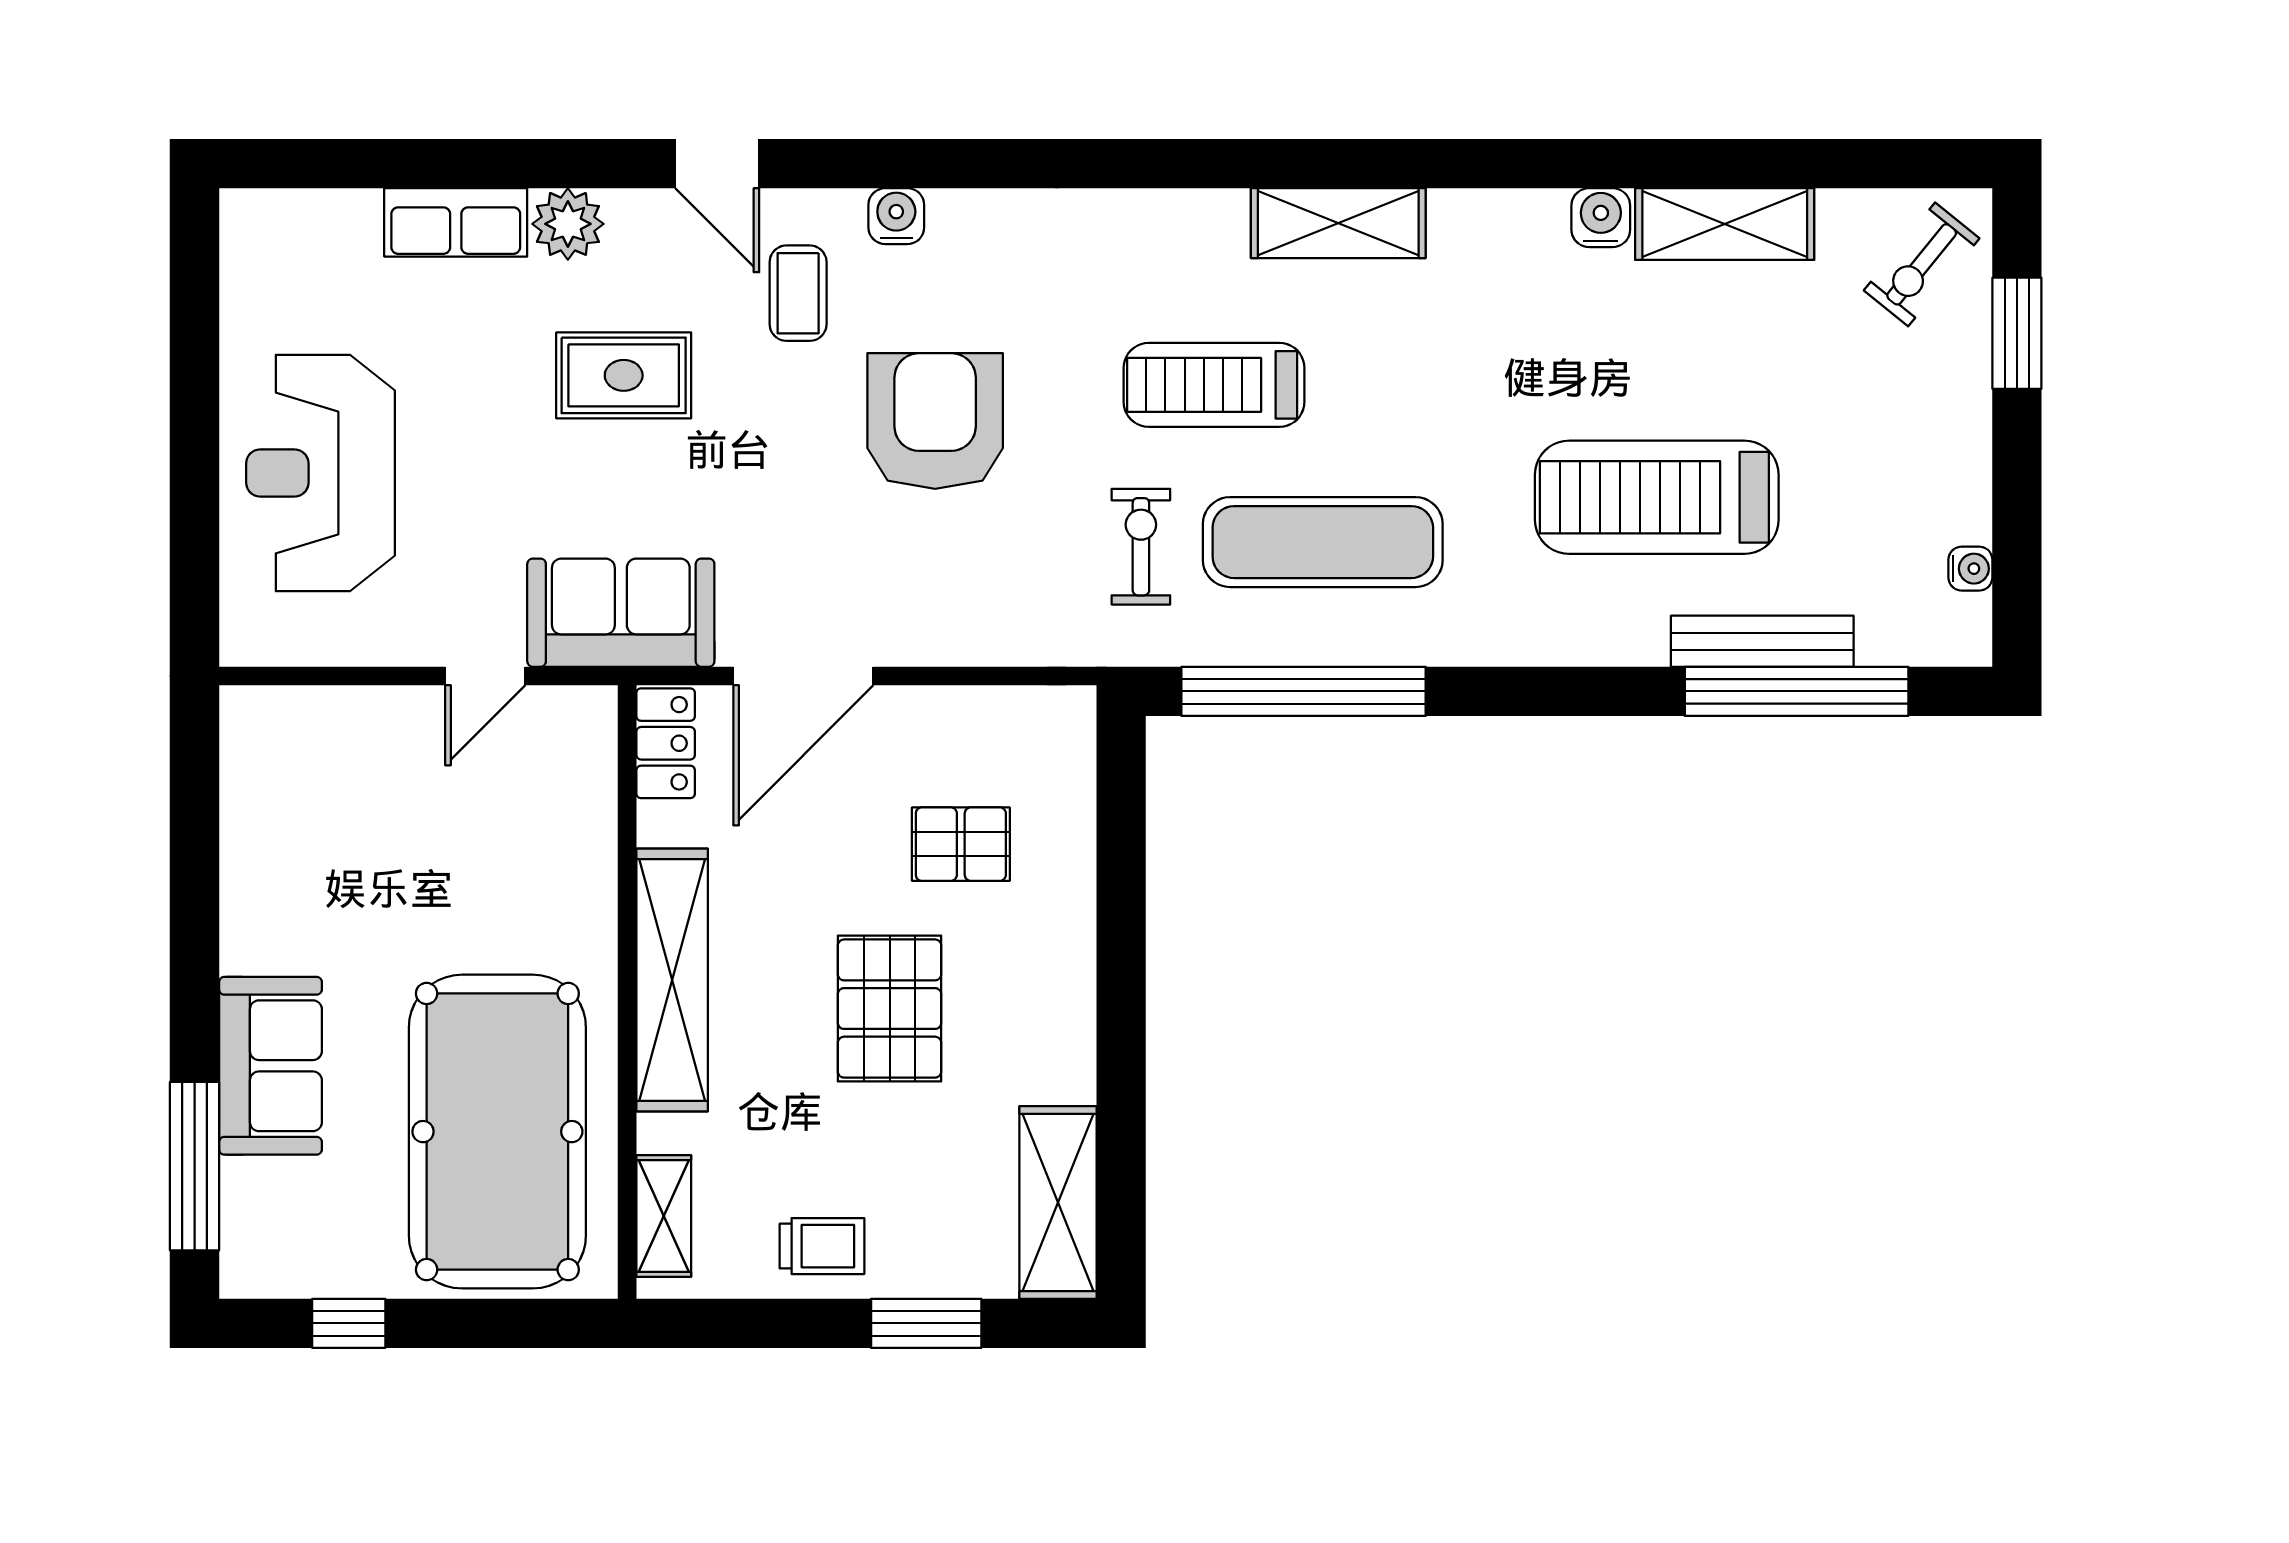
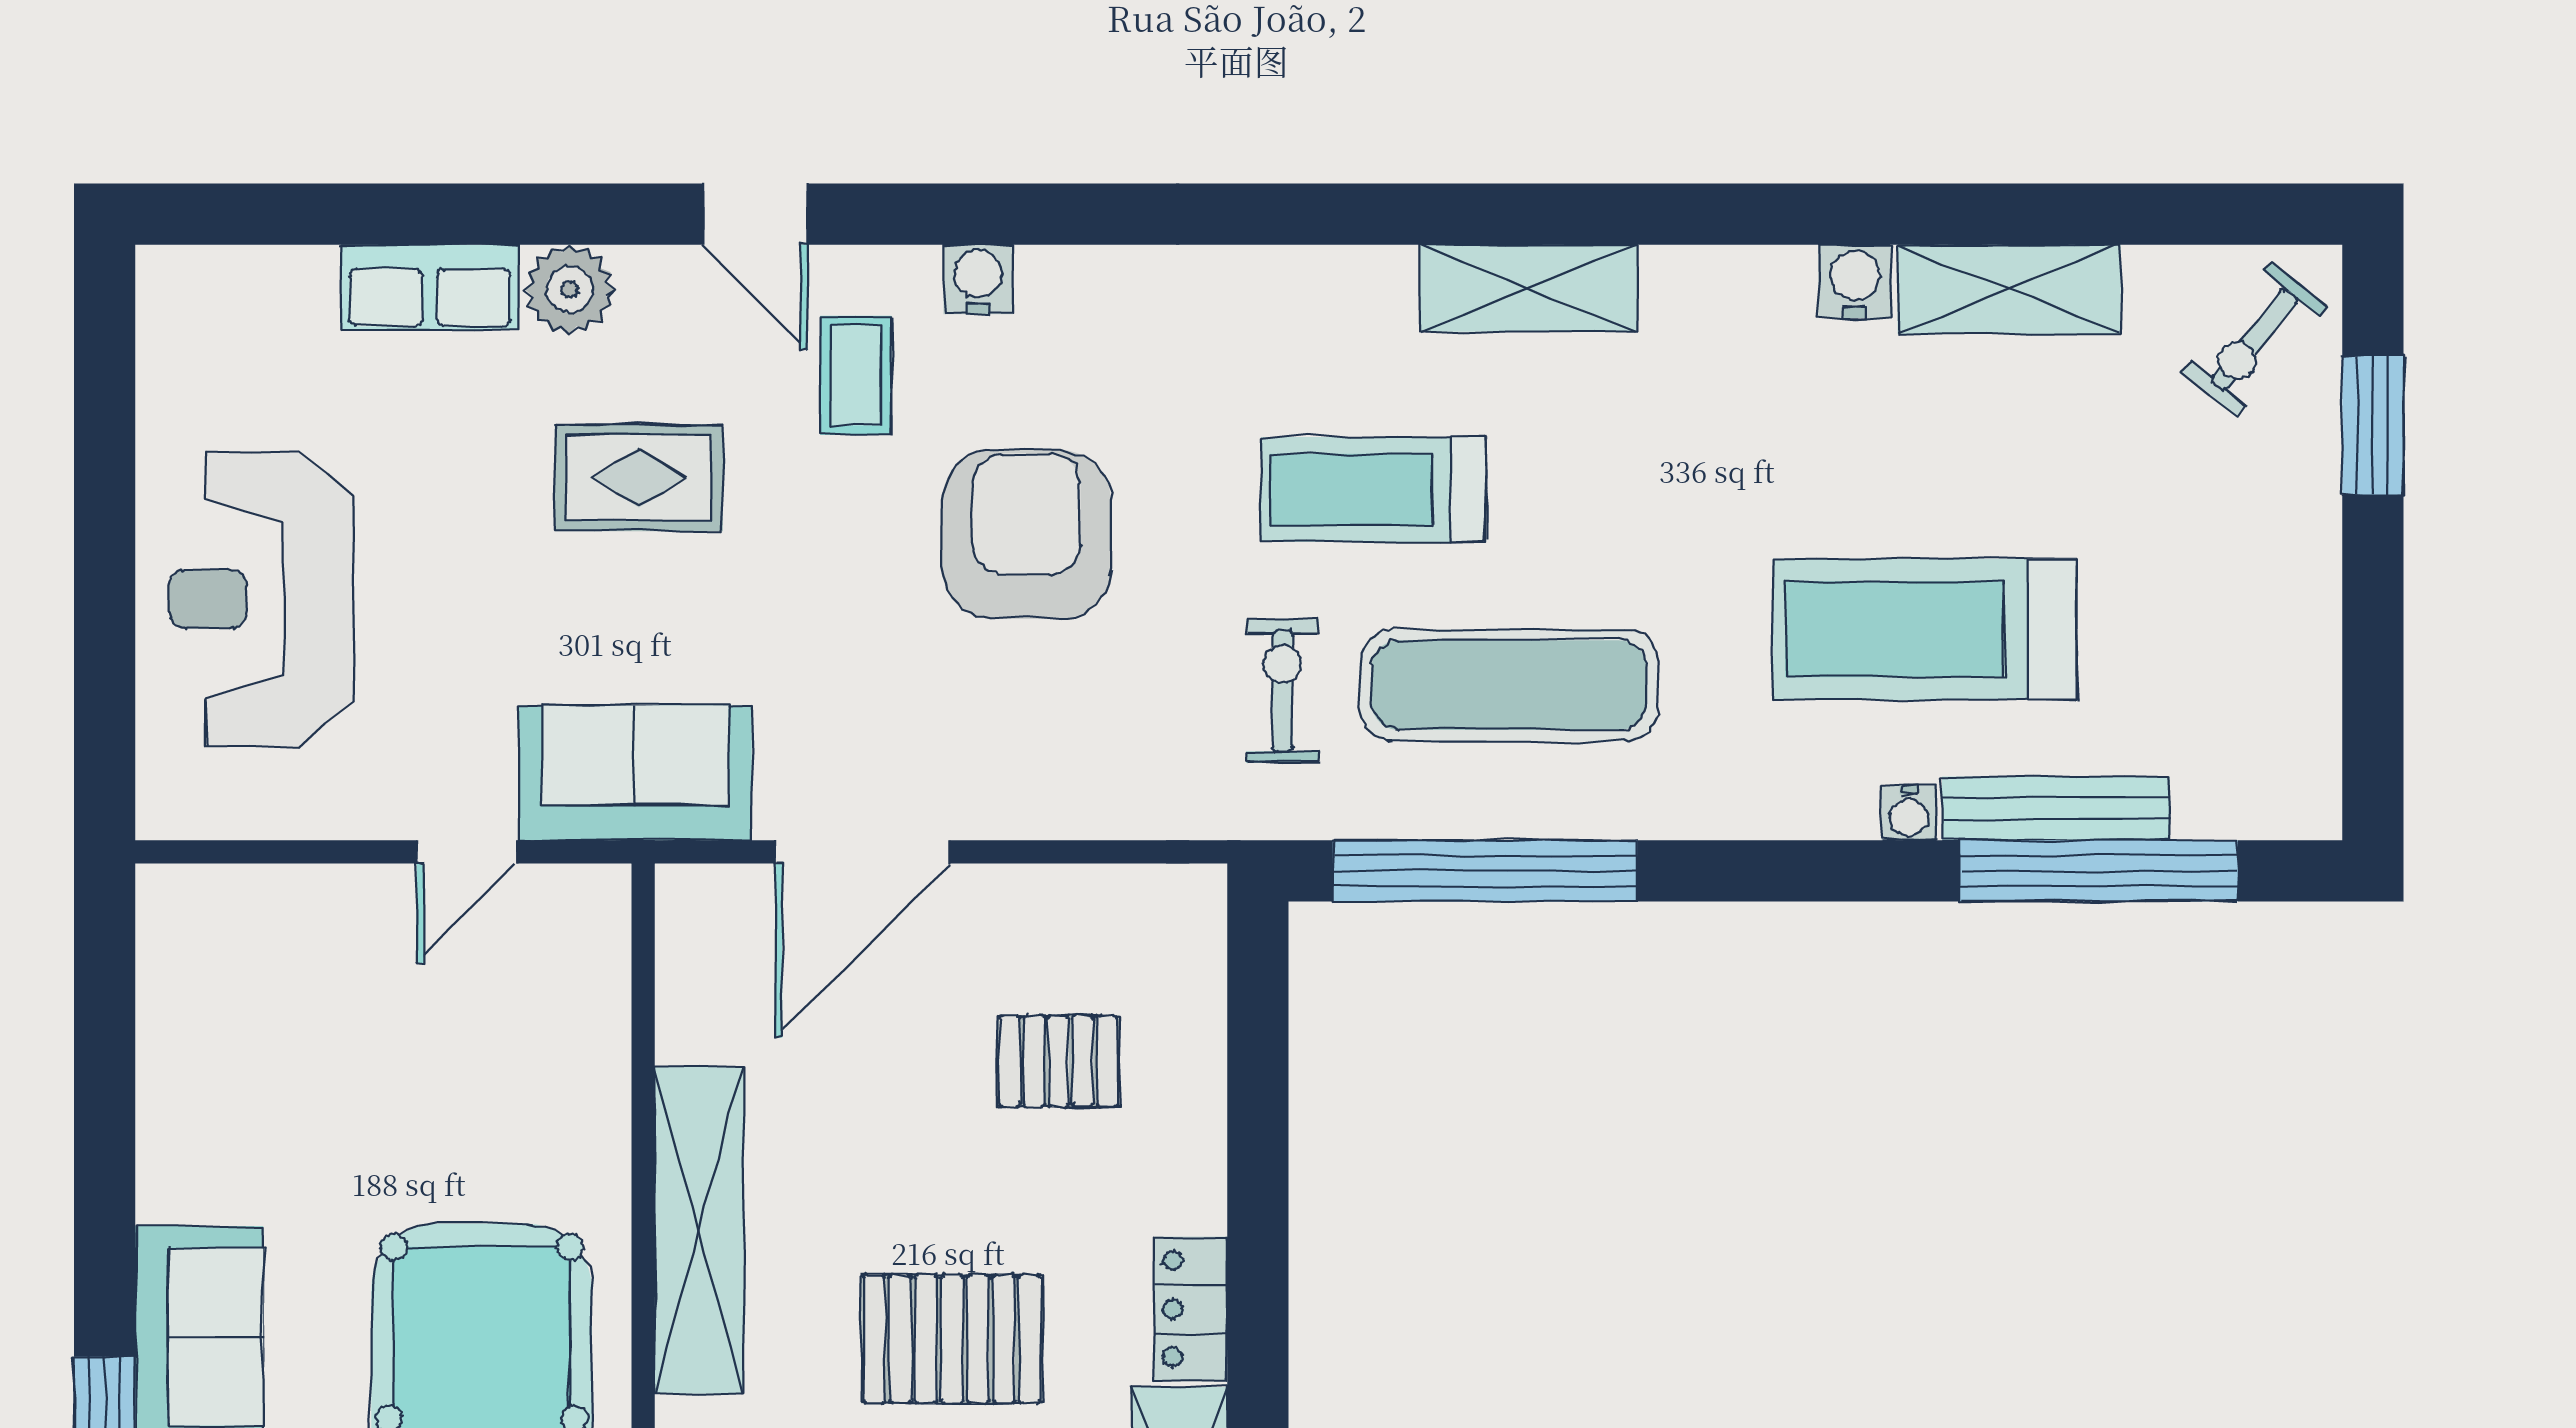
water cooler: (1970, 569) -> (1909, 813), moved, turned 90
locker: (666, 743) -> (1191, 1309), moved, turned 180
pallet: (890, 1009) -> (952, 1339), moved, turned 90

